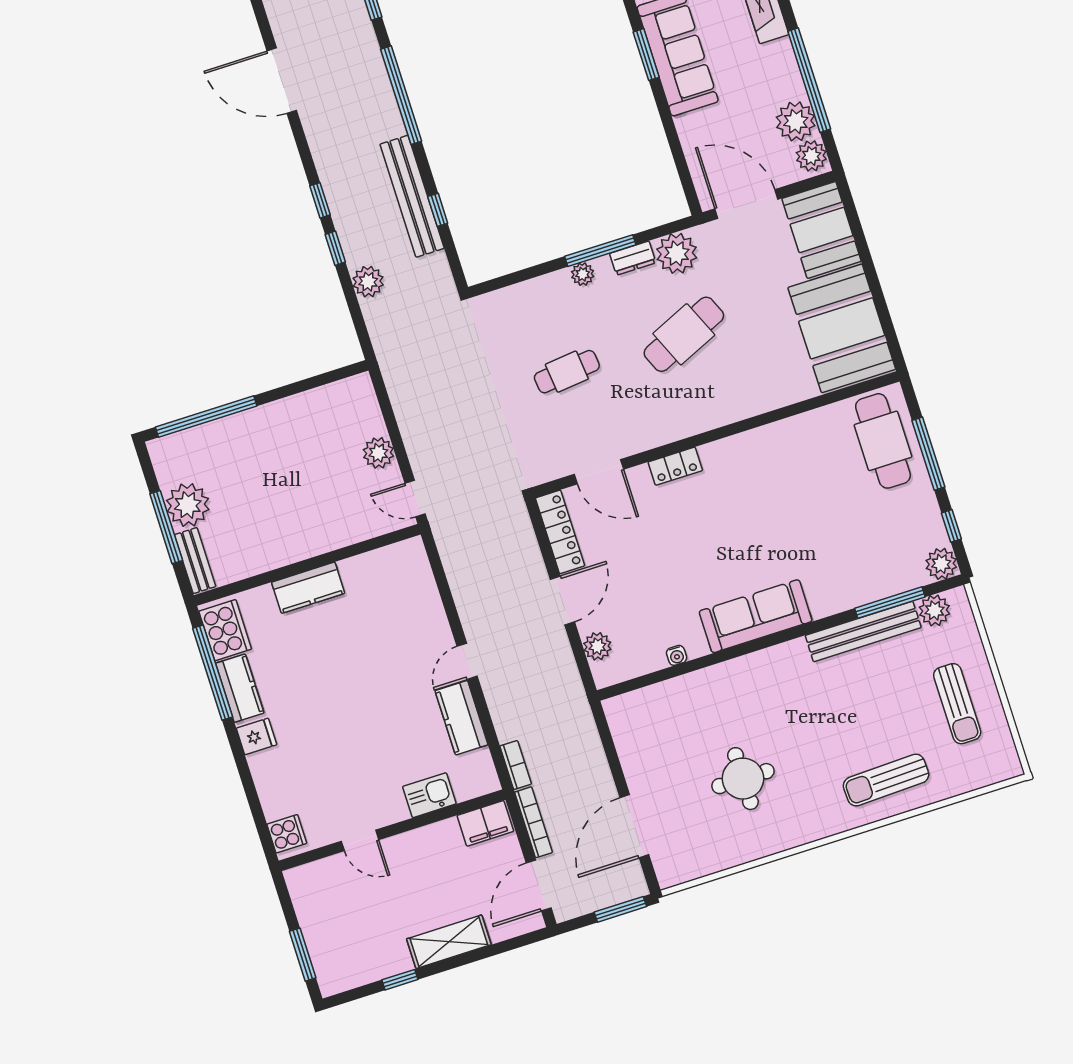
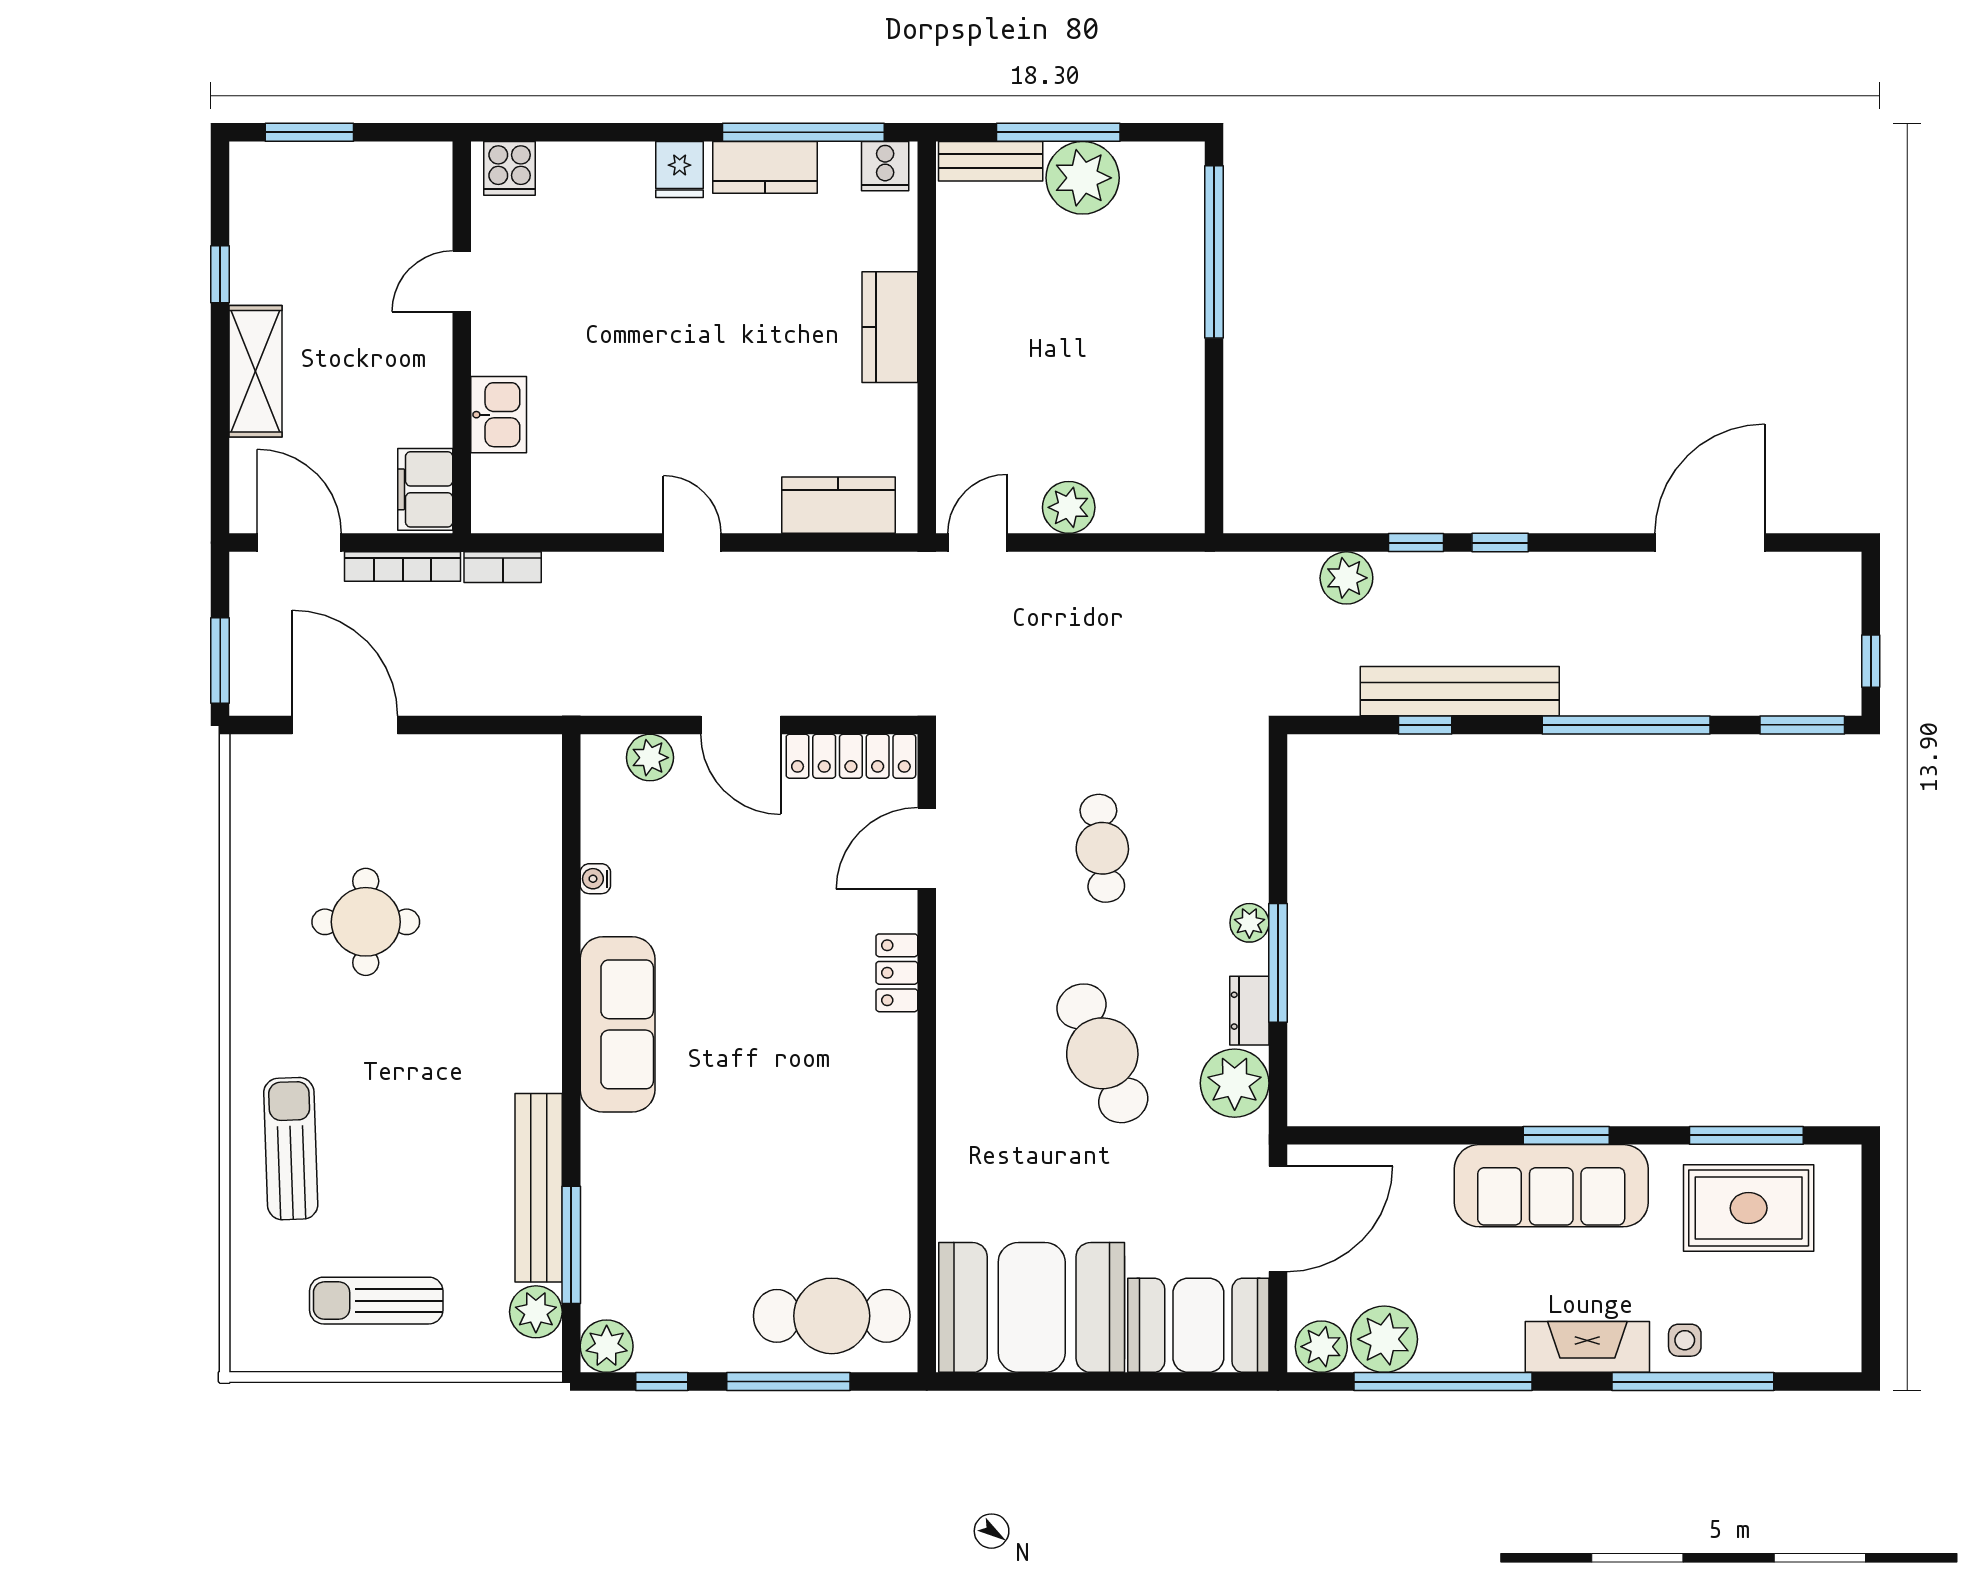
cooker: (225, 630) -> (885, 166), width x0.53, depth x0.76
kitchen counter: (461, 718) -> (838, 505), moved

